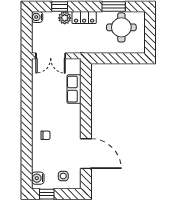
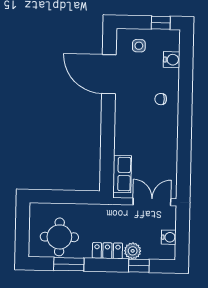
water cooler: (37, 17) -> (169, 237), moved
row of seats: (74, 89) -> (122, 174), moved
water cooler: (38, 178) -> (172, 60), moved

